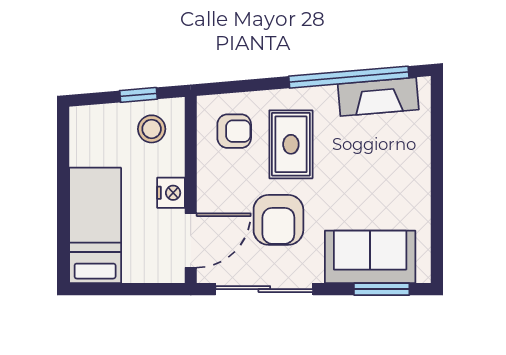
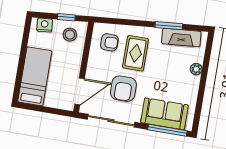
window: (349, 77) -> (169, 26), width x0.47
plant: (419, 155) -> (196, 69), added
nightstand: (171, 193) -> (45, 25), moved, turned -95
window: (382, 289) -> (167, 130), width x1.44

